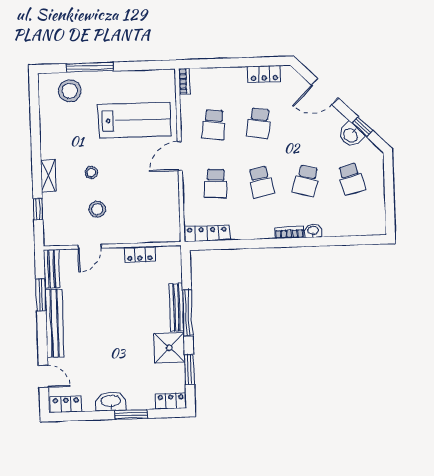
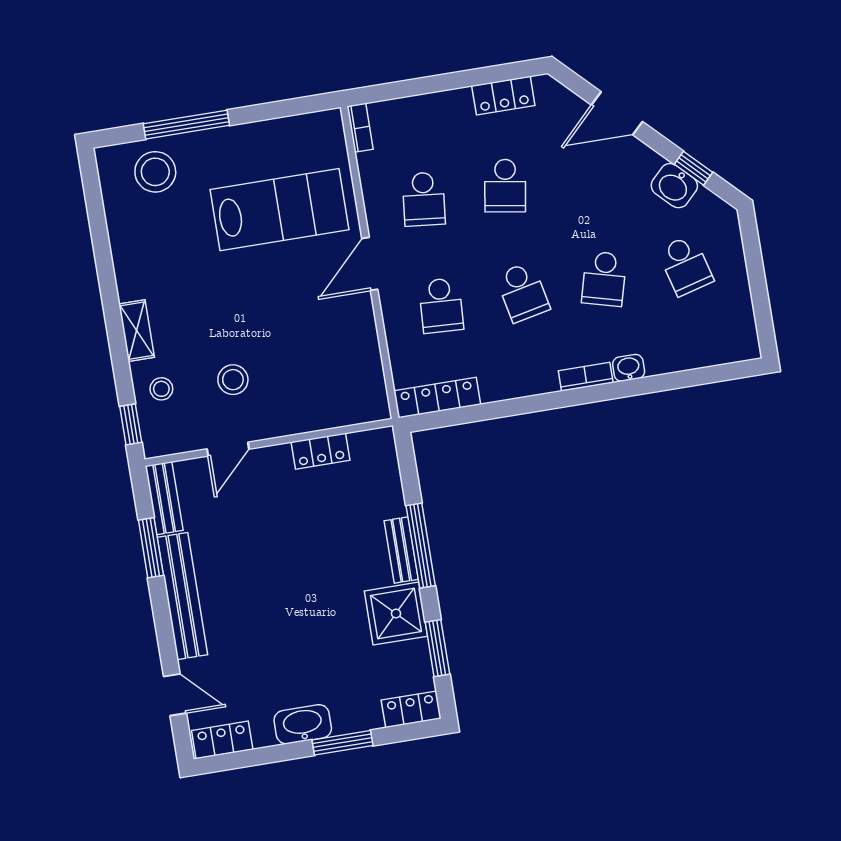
stool: (91, 173) -> (161, 389), moved
window: (38, 209) -> (131, 424), moved
bench: (176, 307) -> (401, 550), width x0.73

